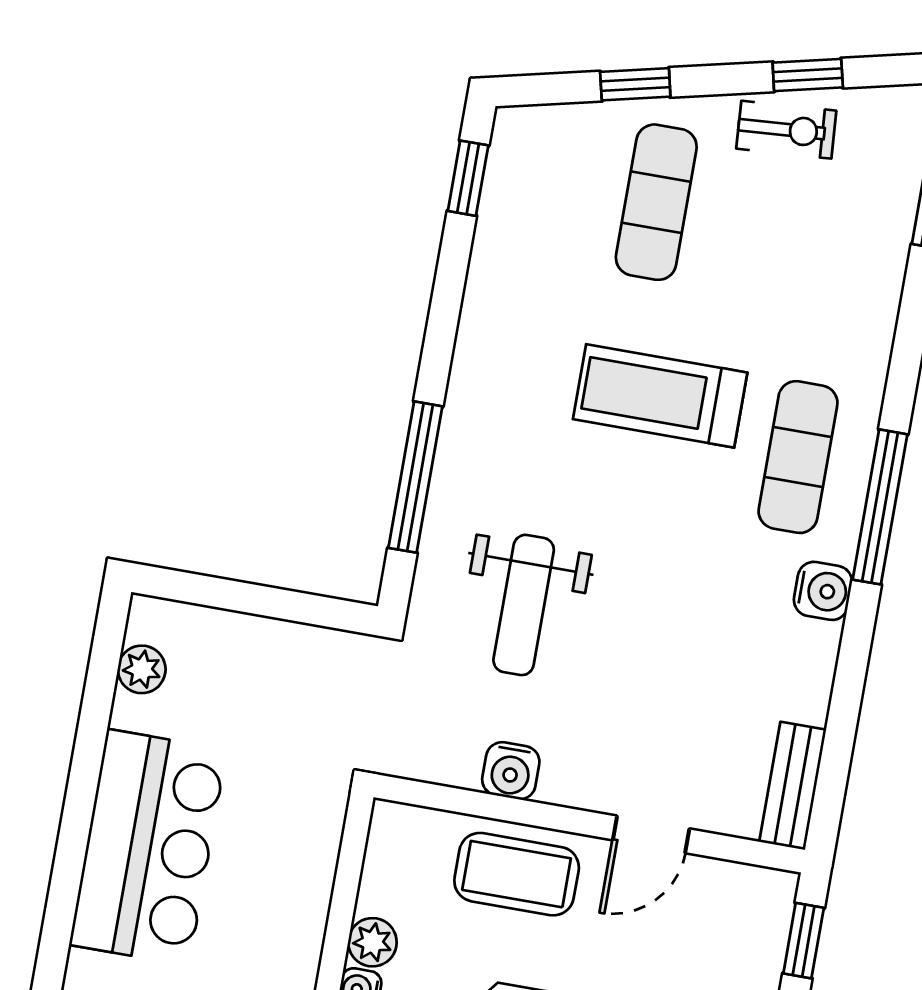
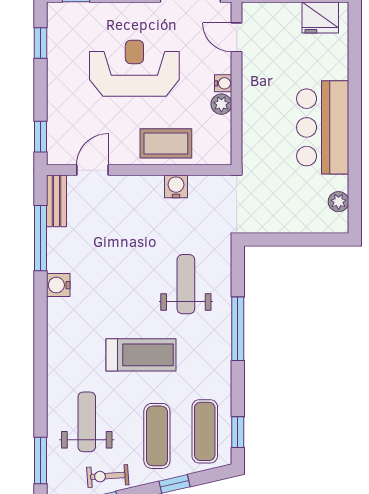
weight bench: (813, 263) -> (87, 422), added
exercise mat: (798, 457) -> (205, 431), moved
window: (415, 477) -> (238, 329), moved
window: (880, 507) -> (40, 238), moved
weight bench: (524, 605) -> (186, 284), moved
door: (651, 834) -> (92, 170), moved

